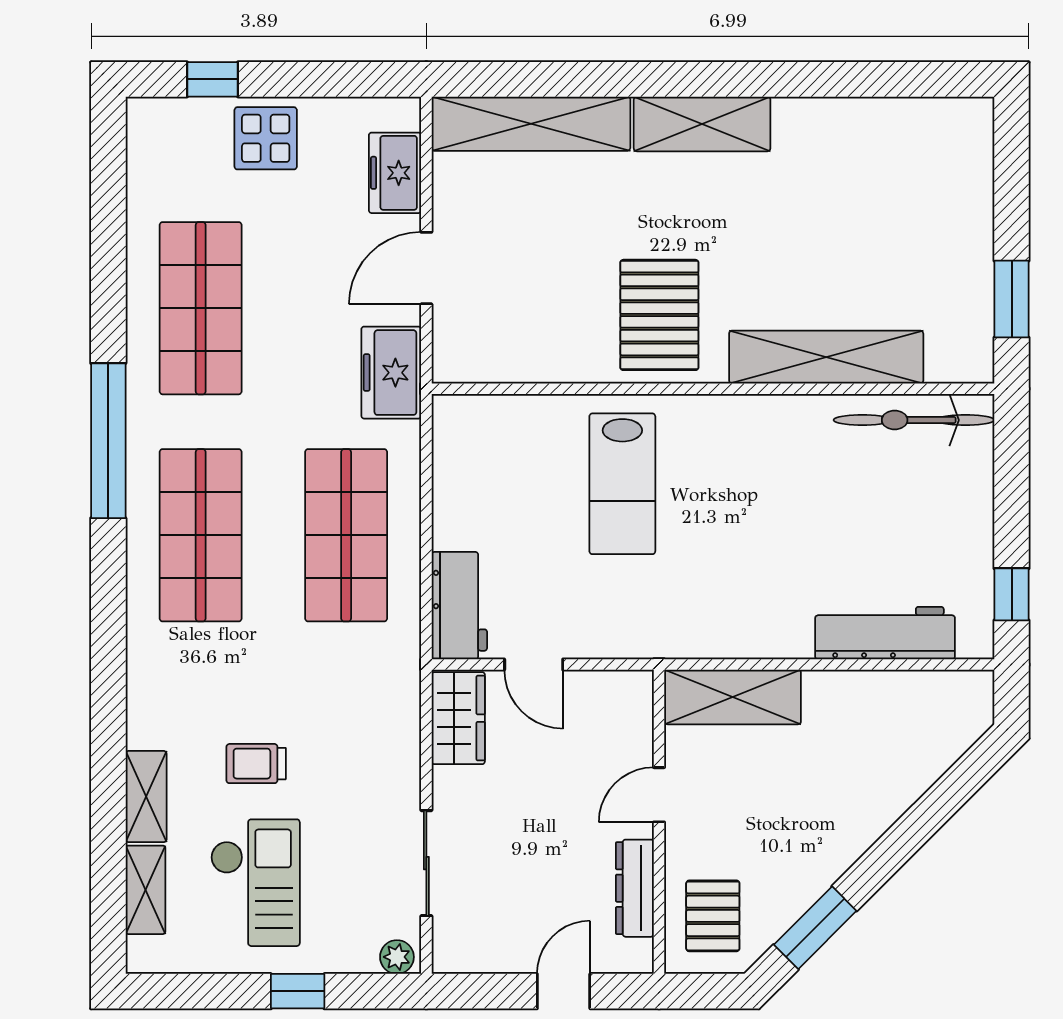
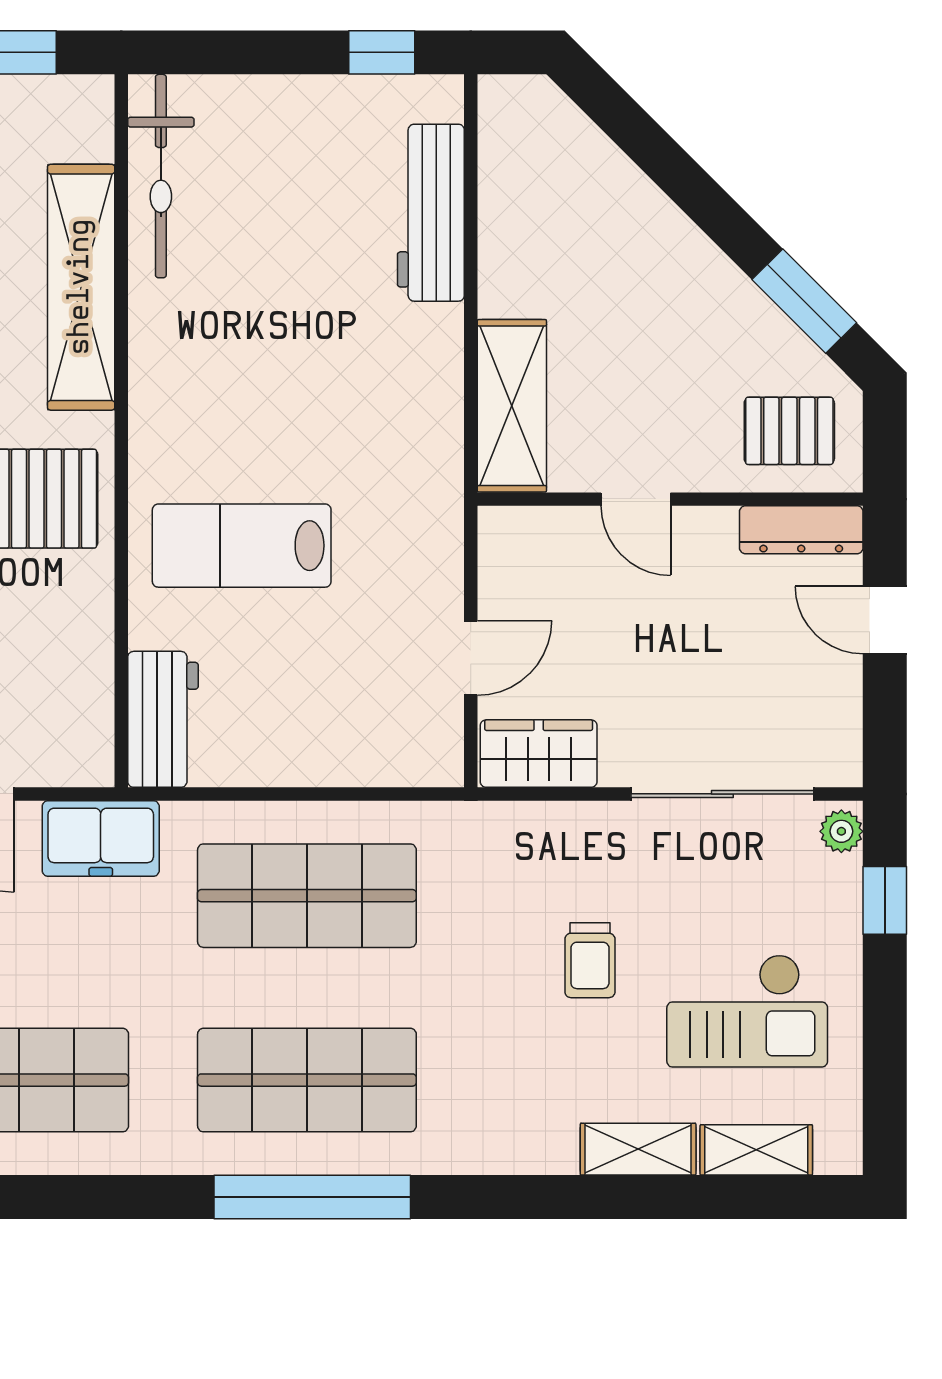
window: (108, 441) -> (312, 1197), moved
lab bench: (622, 484) -> (242, 546), turned 180
workbench: (459, 606) -> (163, 719), moved, turned 90
trolley: (256, 764) -> (590, 960), moved
sliding door: (426, 863) -> (722, 794), width x1.37
checkout: (255, 883) -> (747, 1011), turned 180
dresser: (635, 888) -> (801, 530), moved
window: (298, 991) -> (885, 900), moved

